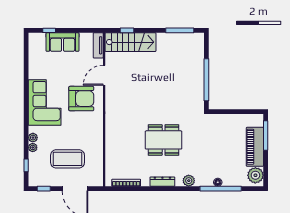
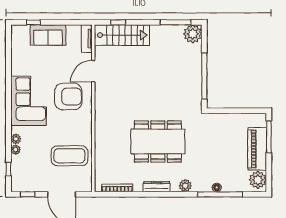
plant: (196, 41) -> (193, 34), added
dining table: (164, 140) -> (158, 142), width x1.36, depth x1.24
coffee table: (68, 159) -> (69, 156), moved

